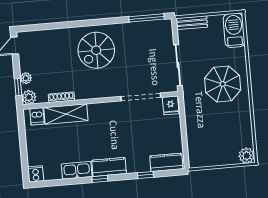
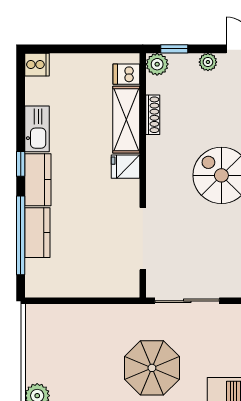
plant: (26, 78) -> (208, 62), moved
fridge: (171, 105) -> (126, 167), moved
kitchen counter: (166, 162) -> (37, 233), moved
window: (145, 175) -> (21, 235), width x3.17

